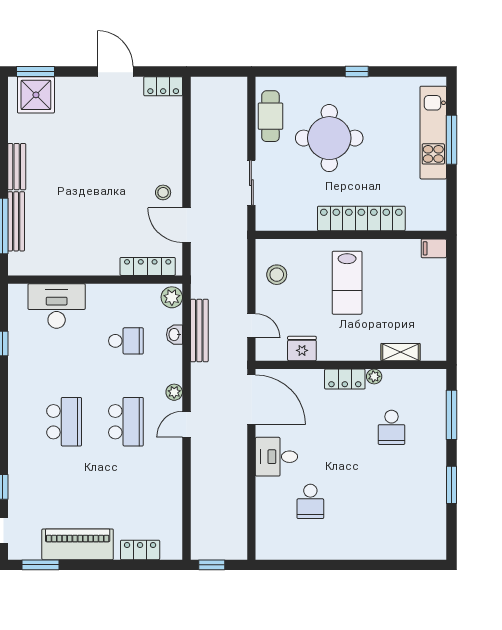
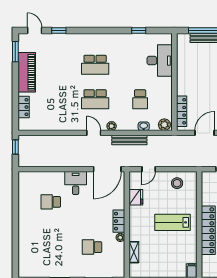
bench: (199, 330) -> (129, 140), moved

